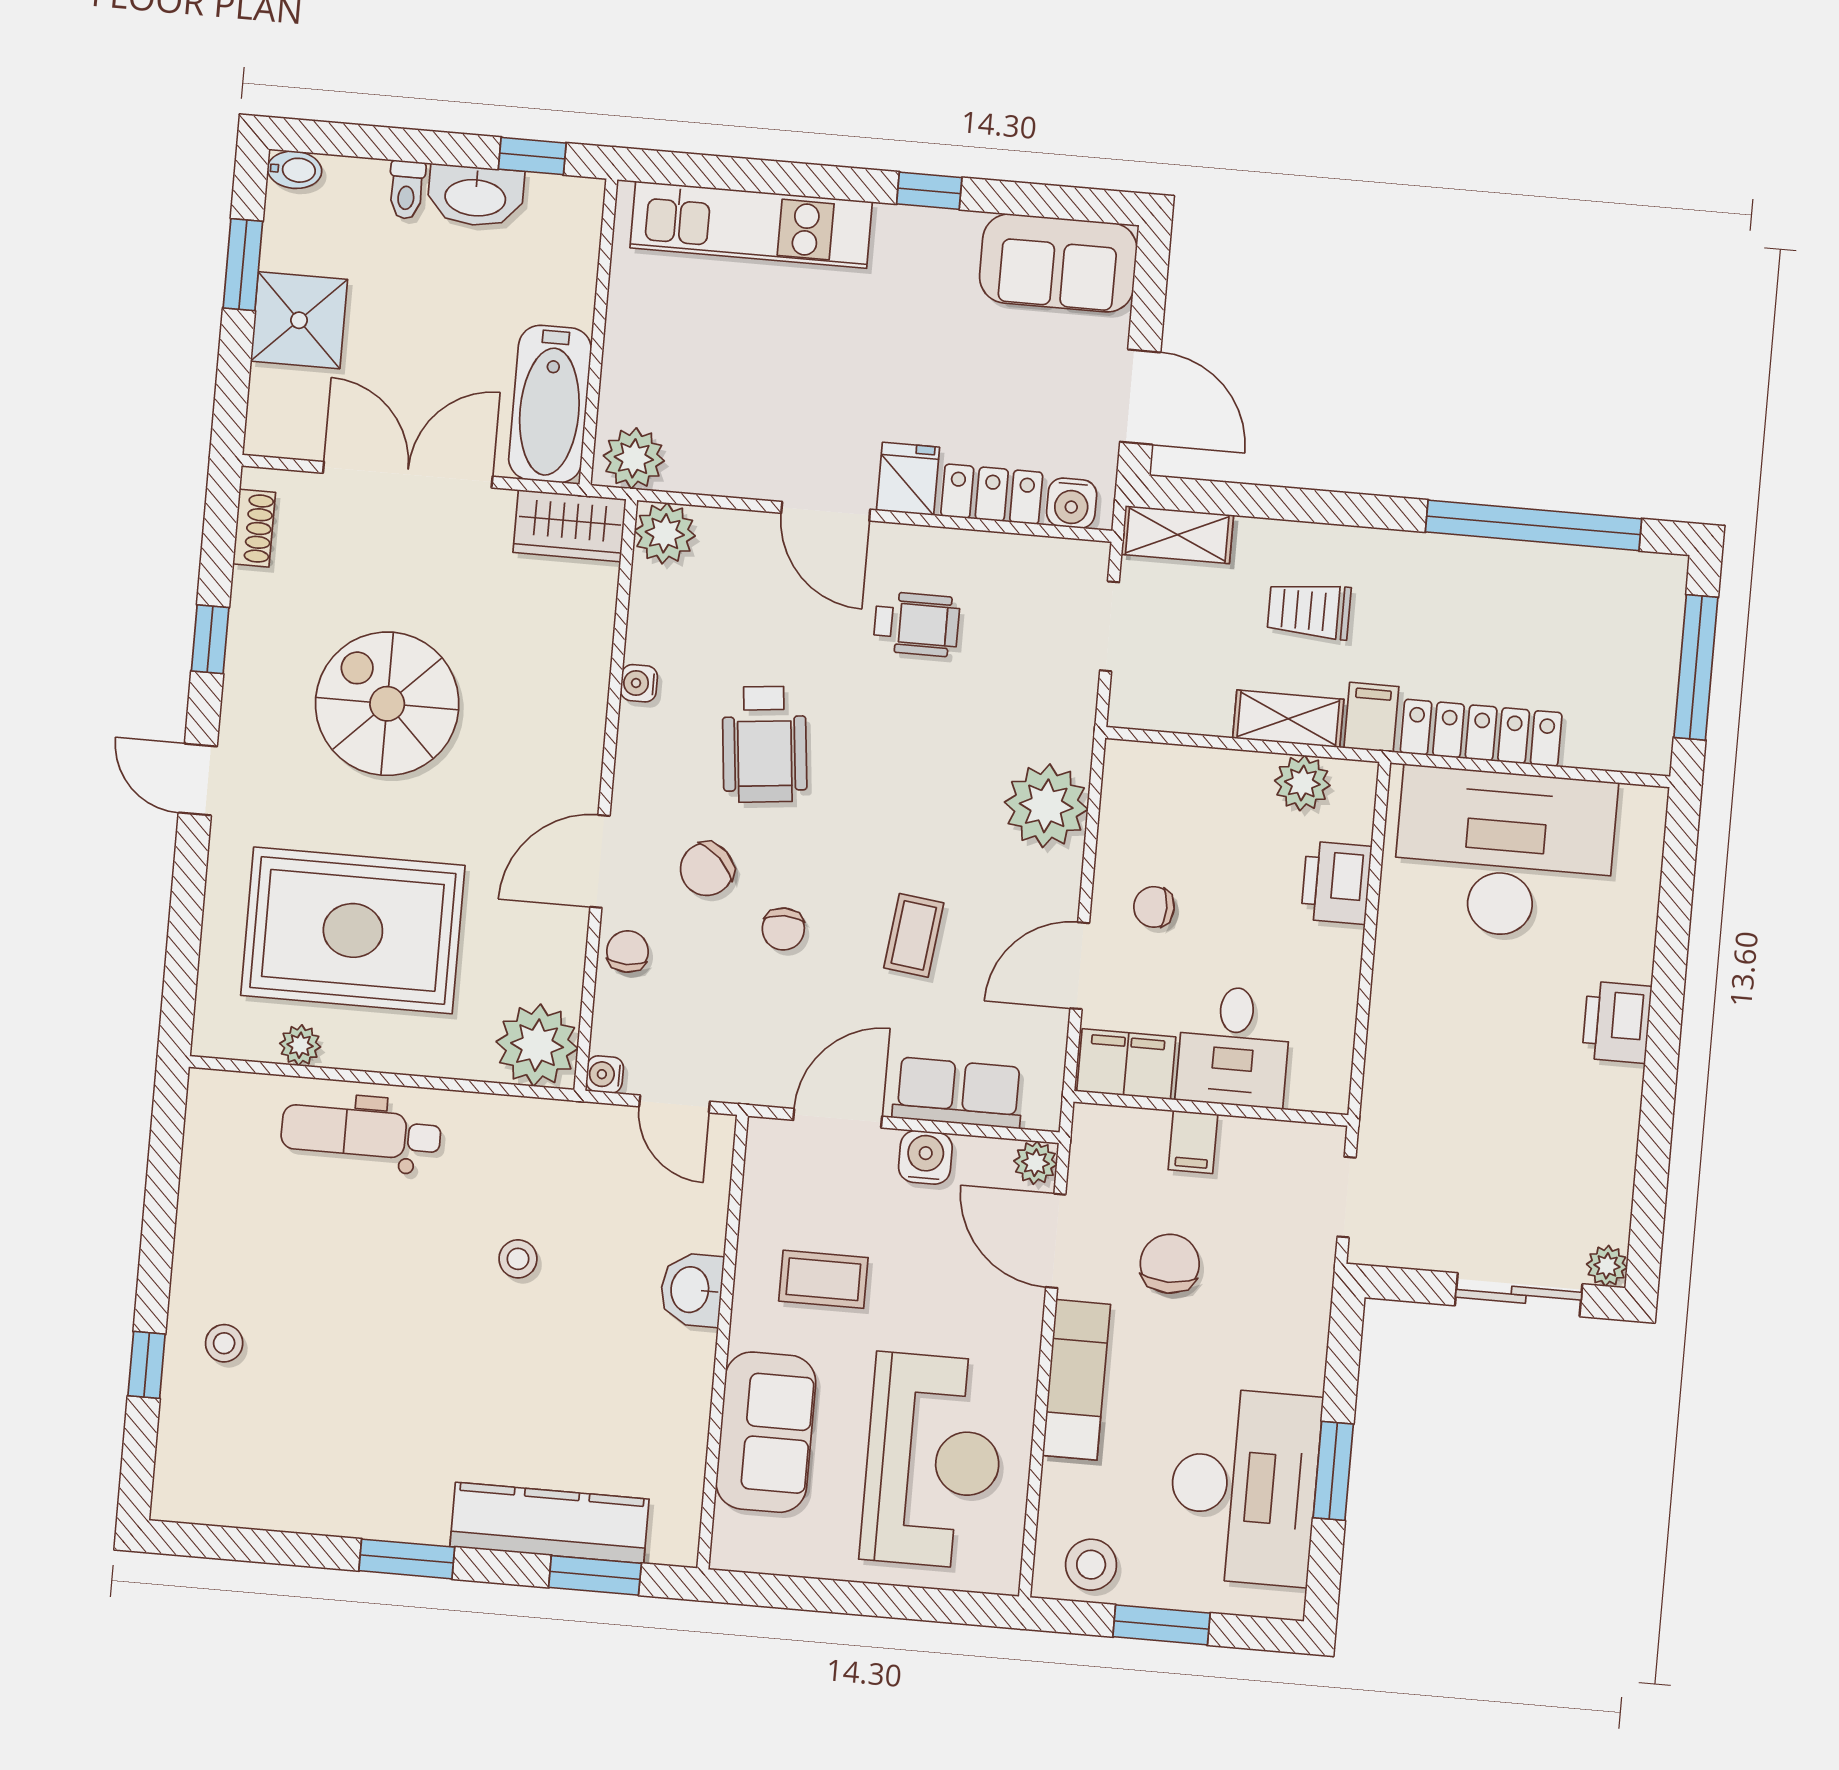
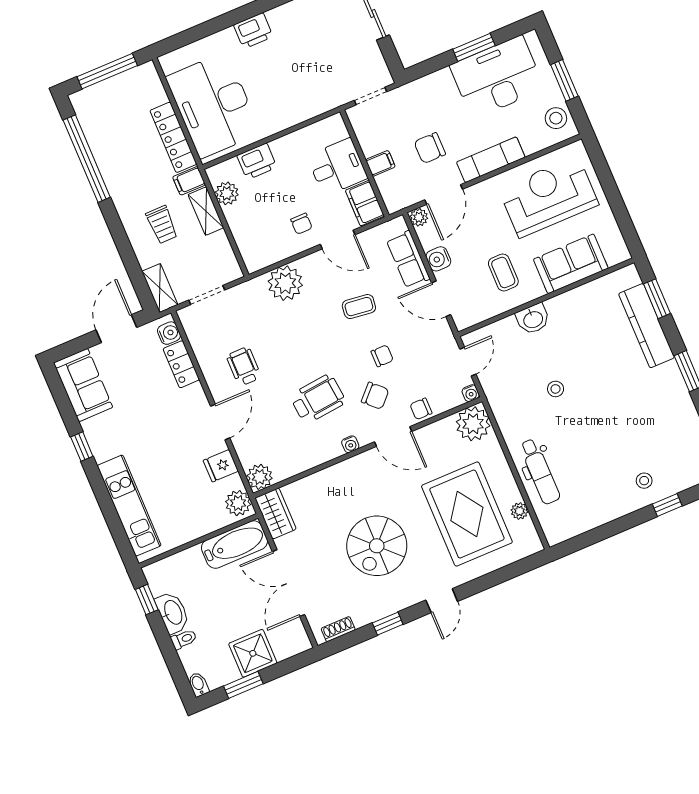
fridge: (908, 479) -> (221, 466), moved
water cooler: (639, 683) -> (350, 444), moved

